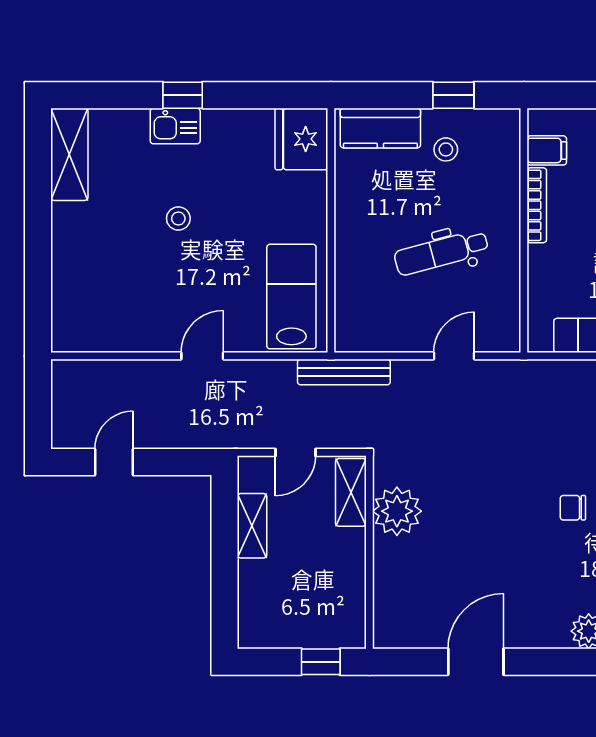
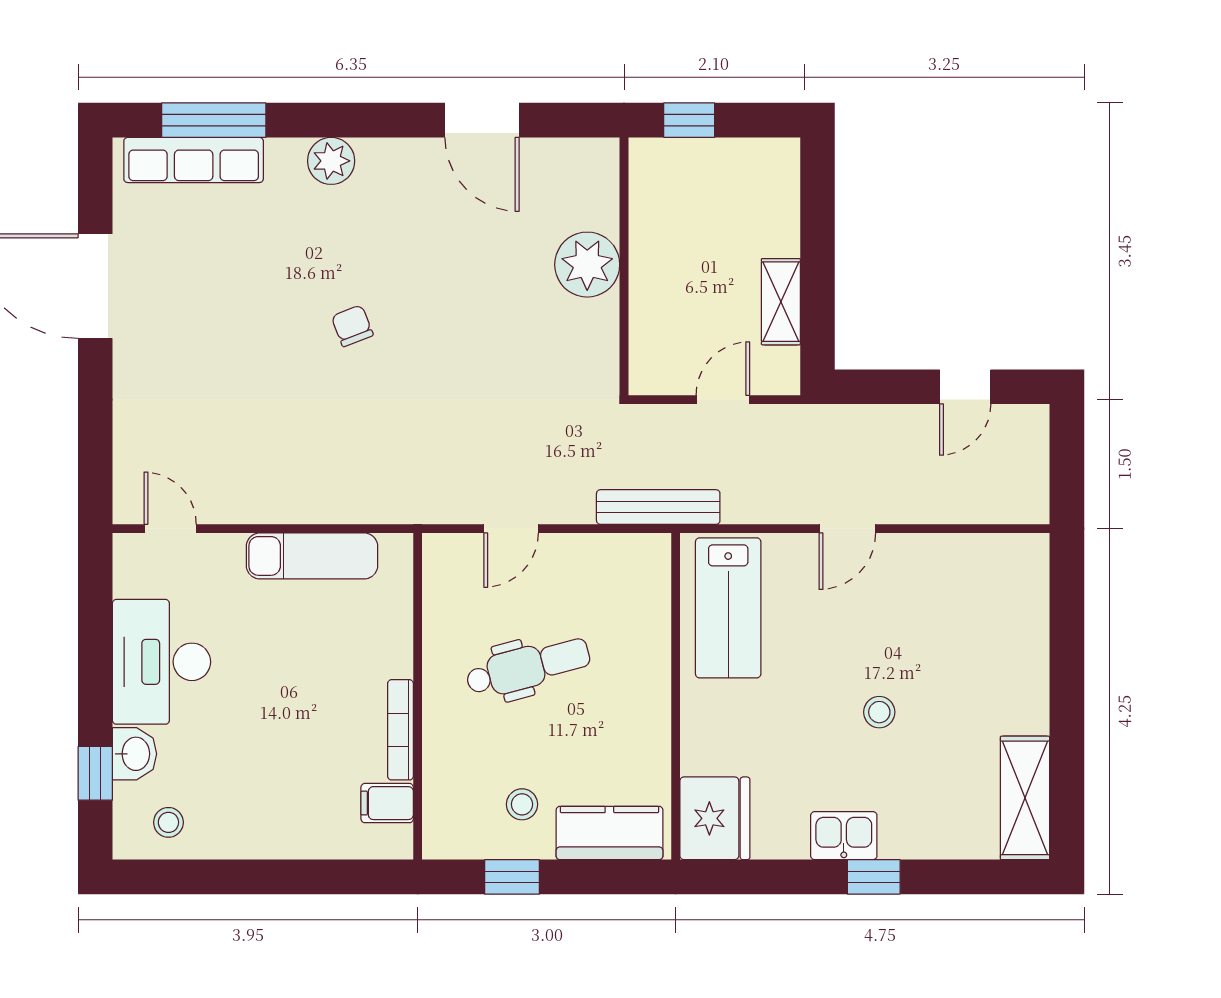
kitchen sink: (175, 126) -> (844, 836), moved
shelving: (351, 492) -> (649, 346), removed
chair: (573, 508) -> (352, 326), turned -111
plant: (397, 511) -> (587, 265), moved
door: (476, 662) -> (482, 120), hinge flipped

